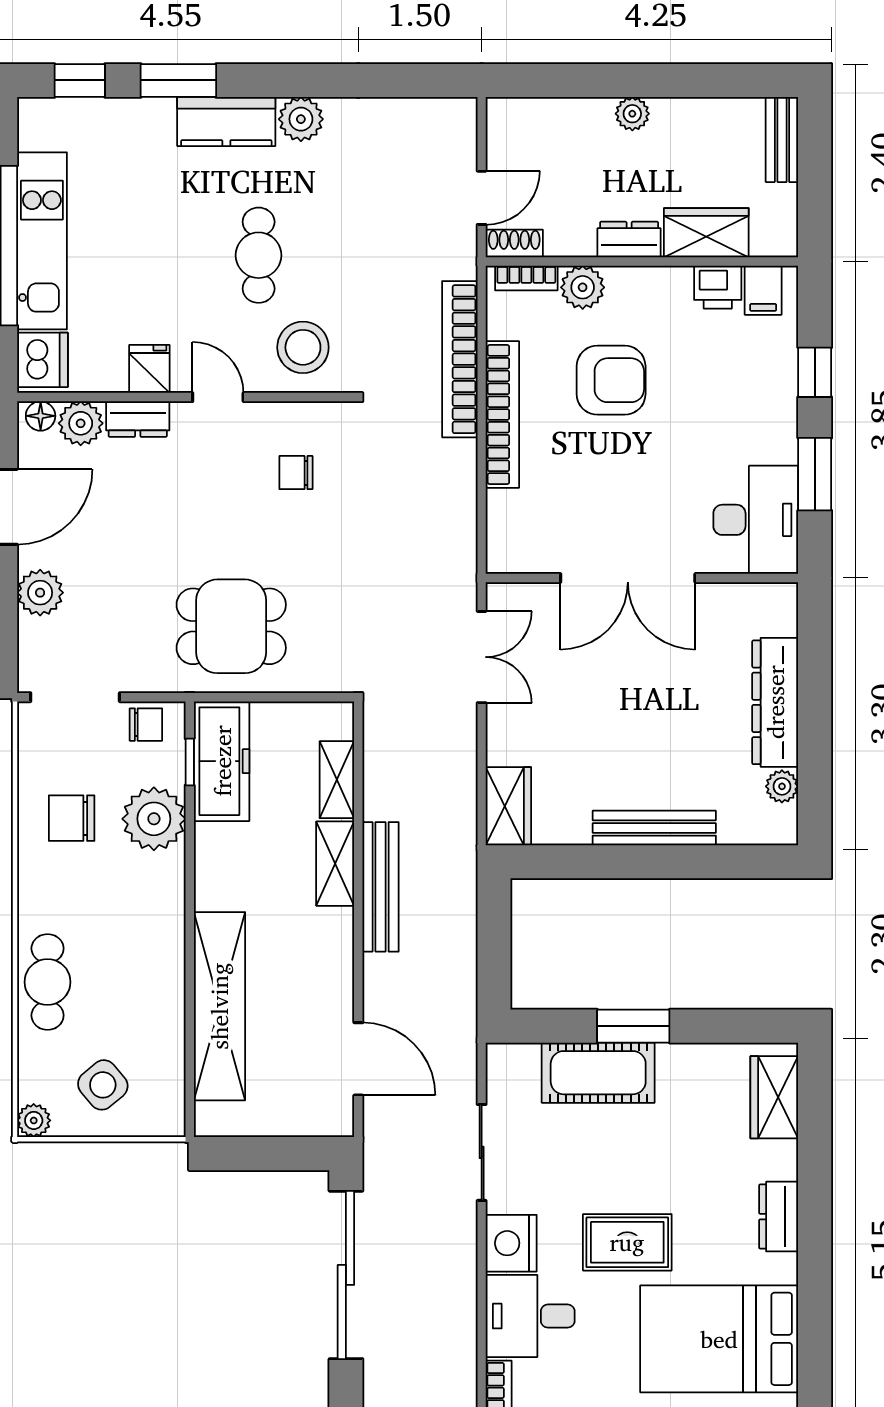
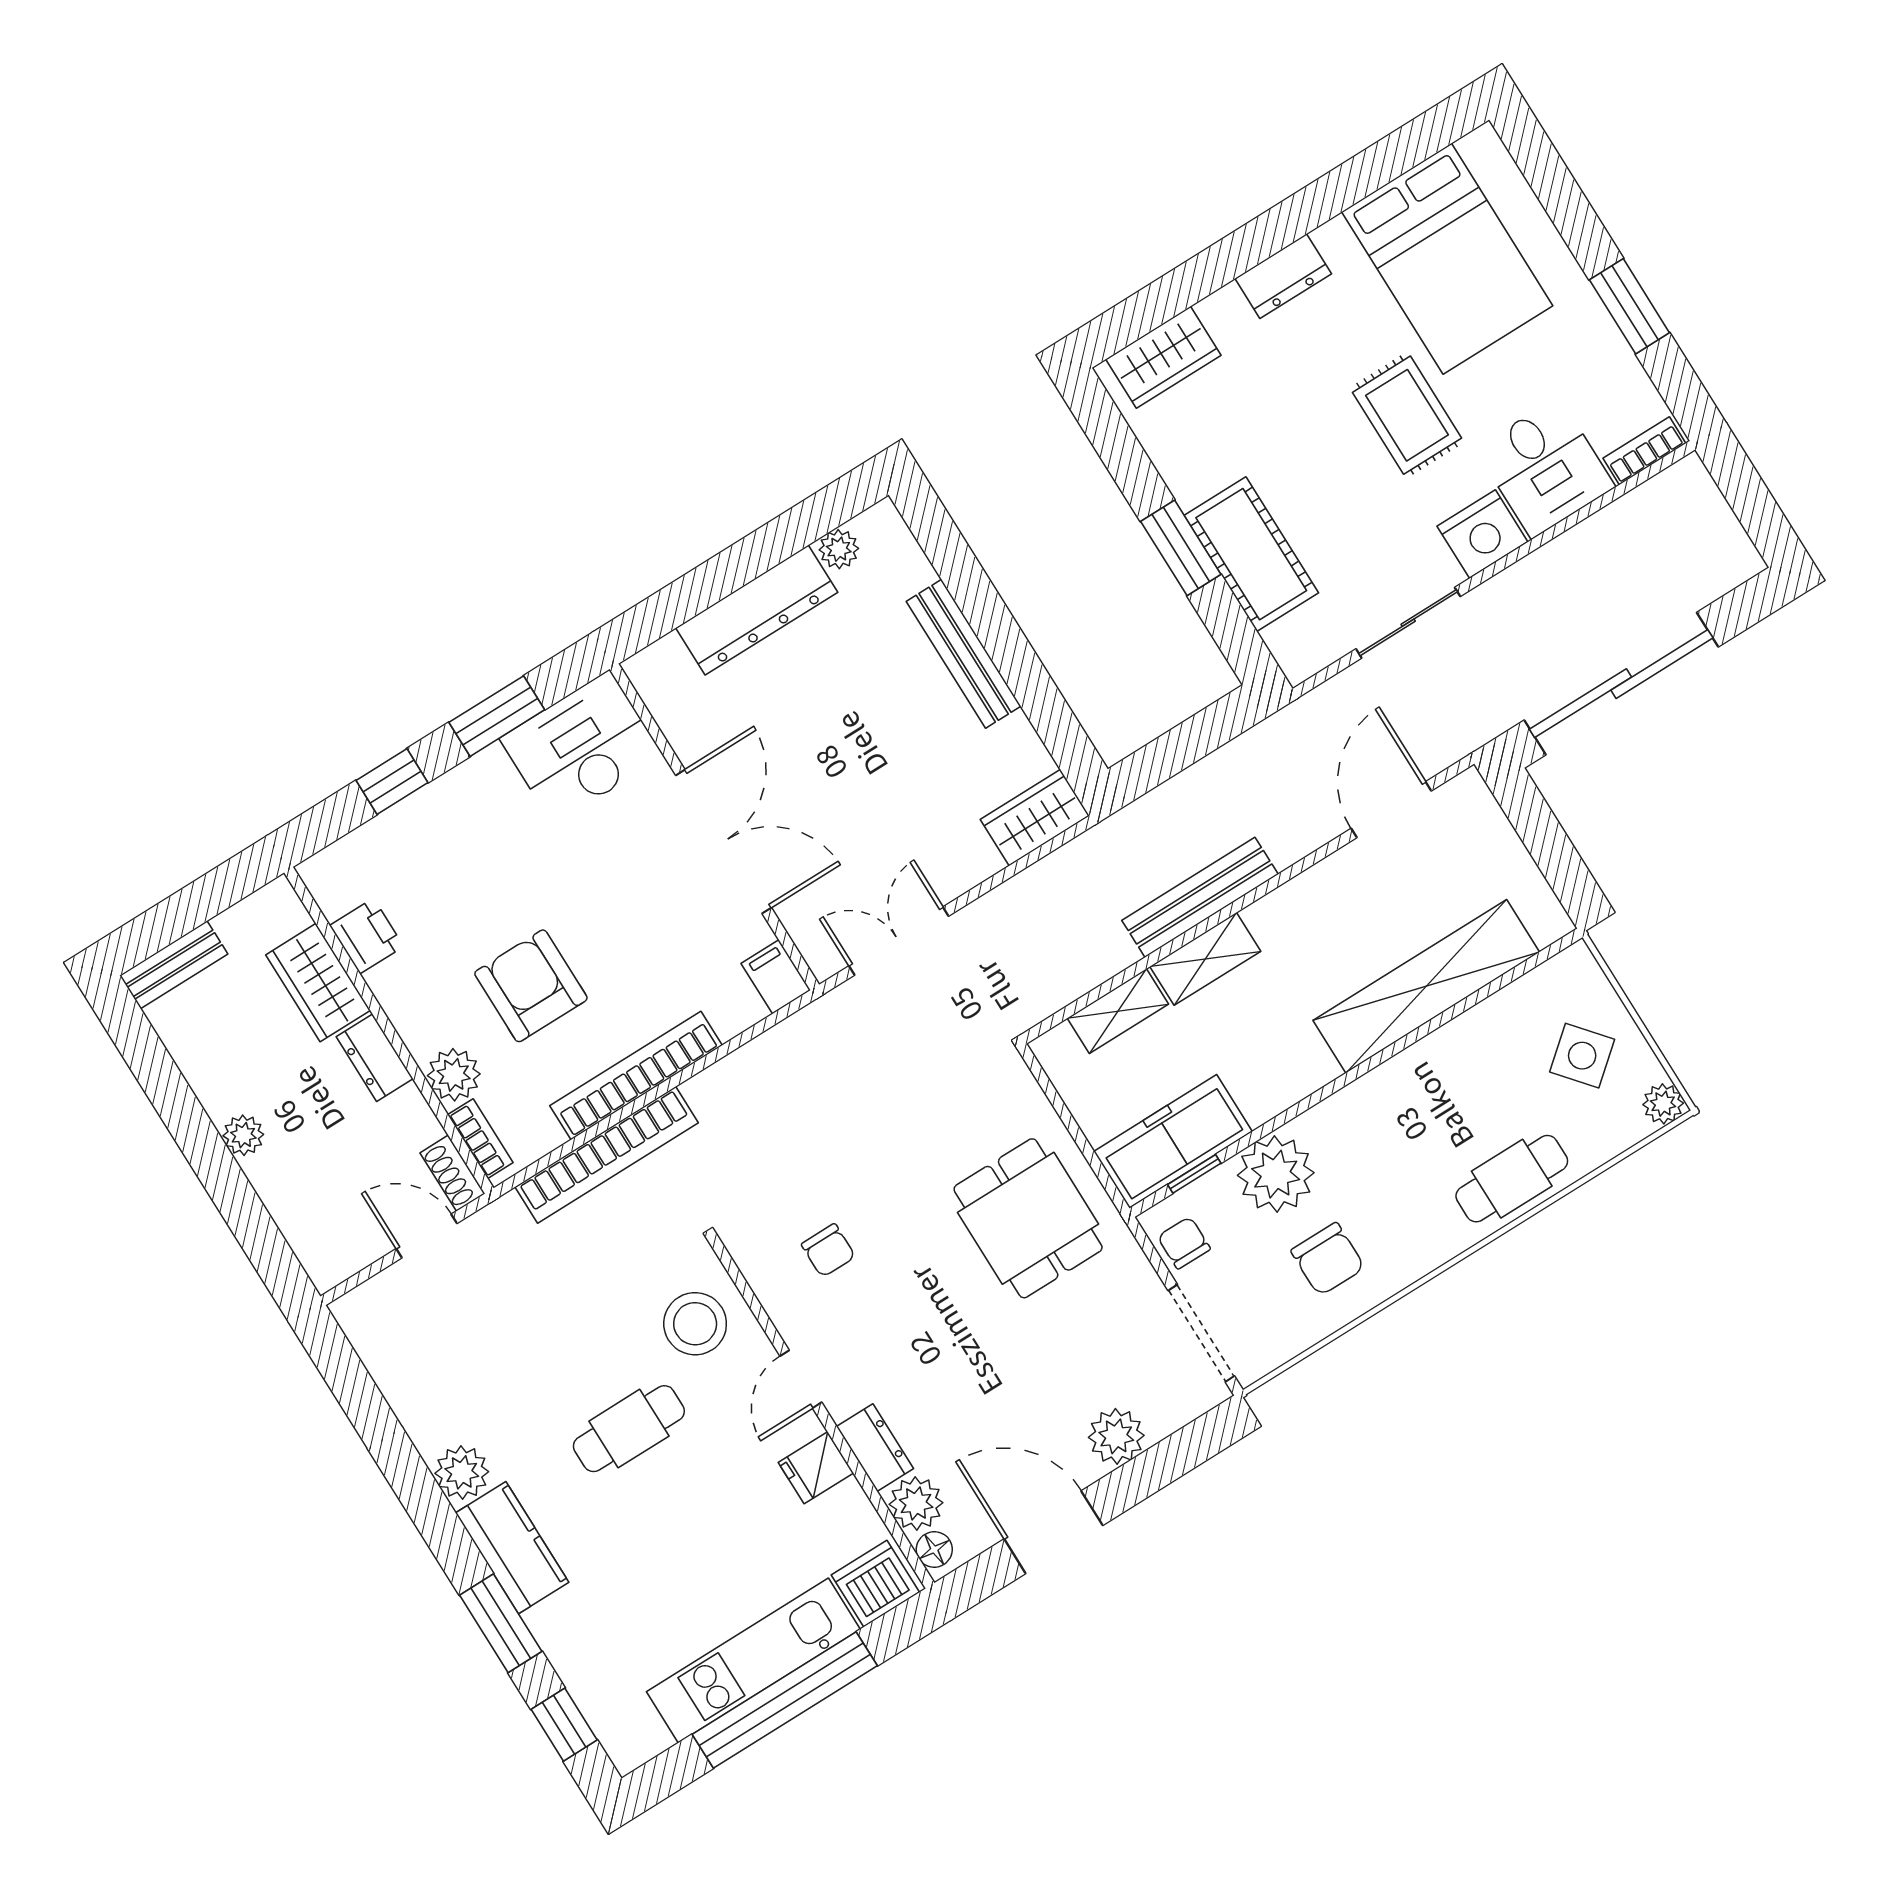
filing cabinet: (763, 290) -> (776, 977), moved, turned -90

